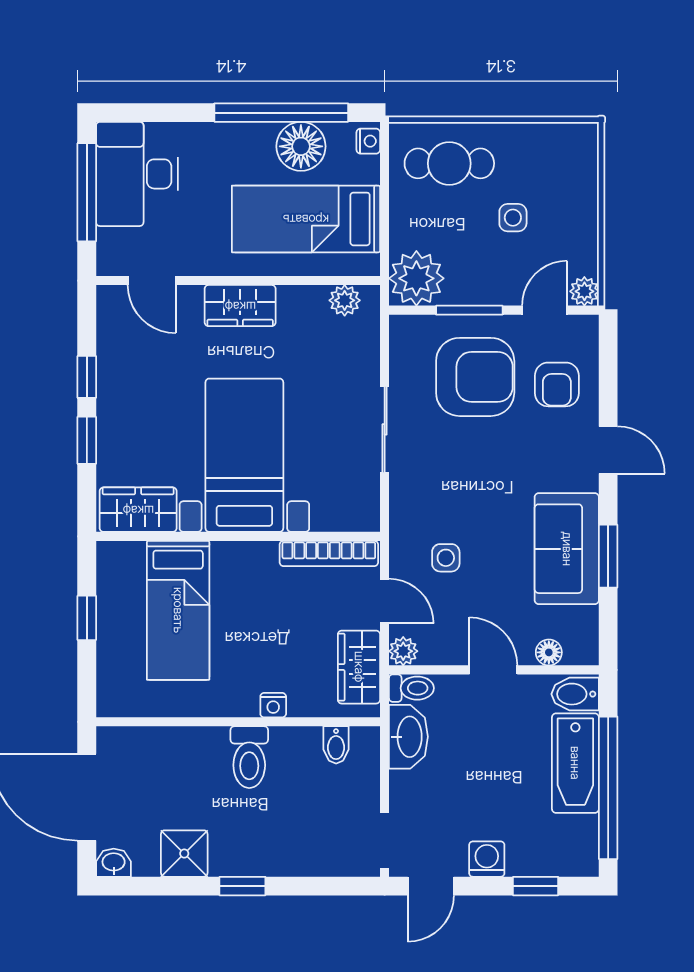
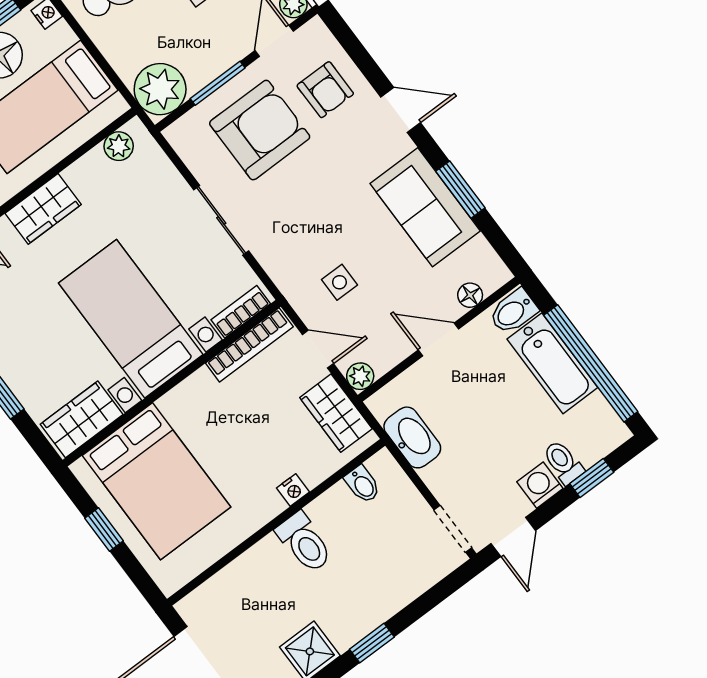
bookcase: (343, 520) -> (241, 312), added
bed: (178, 610) -> (157, 481), width x1.50
toilet: (411, 688) -> (563, 462), moved, turned -90

